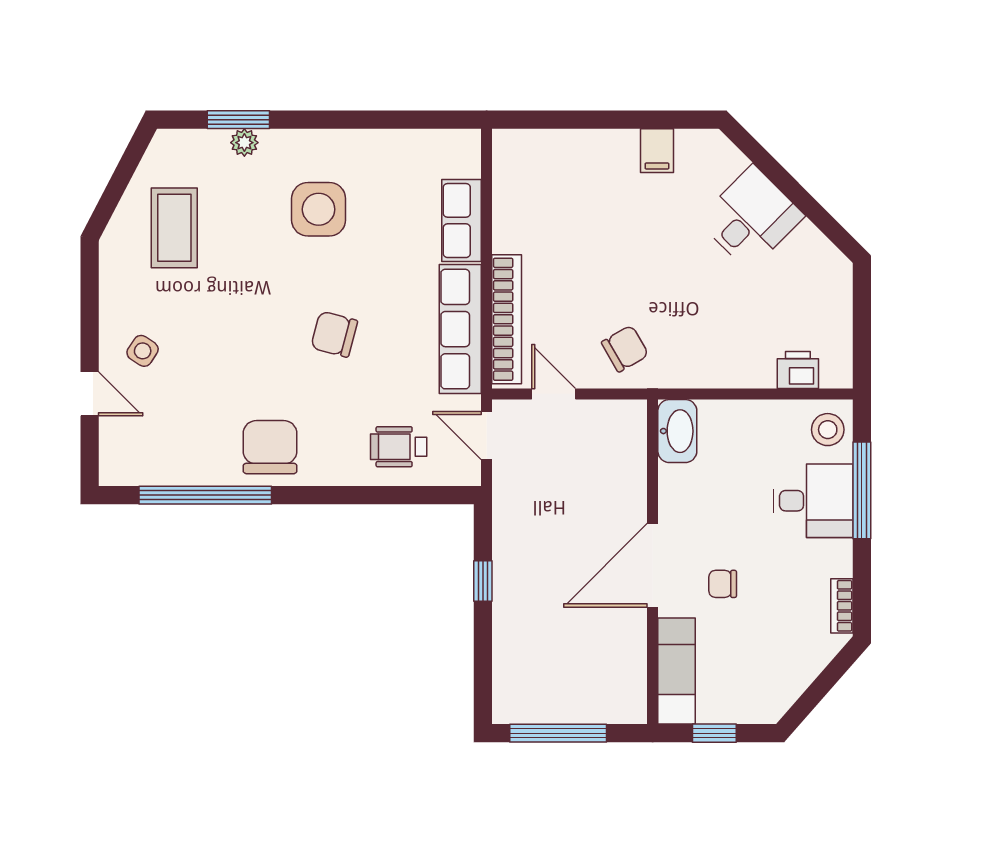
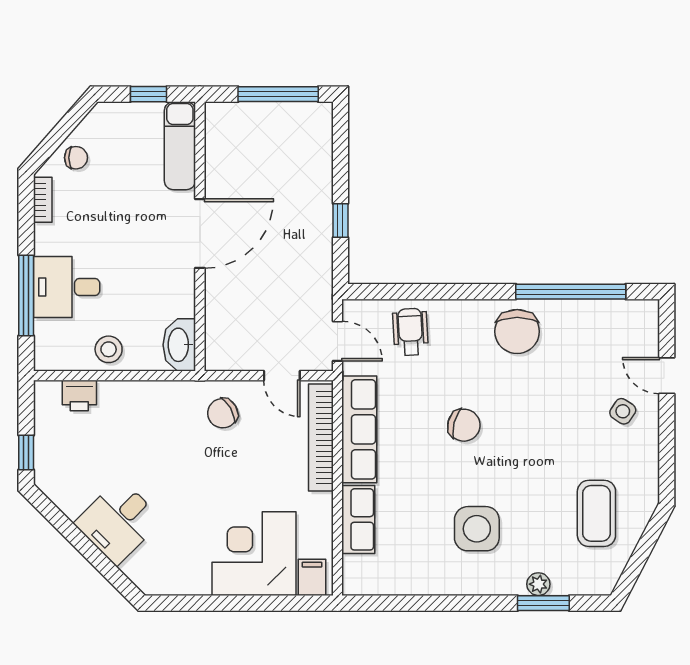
filing cabinet: (657, 151) -> (312, 577), moved
corner desk: (587, 179) -> (254, 554), added
window: (862, 301) -> (26, 452), added
stool: (828, 430) -> (109, 349), moved
wheelchair: (399, 447) -> (410, 332), turned -93
chair: (723, 584) -> (76, 158), moved

